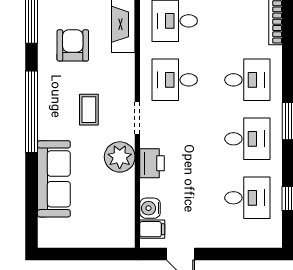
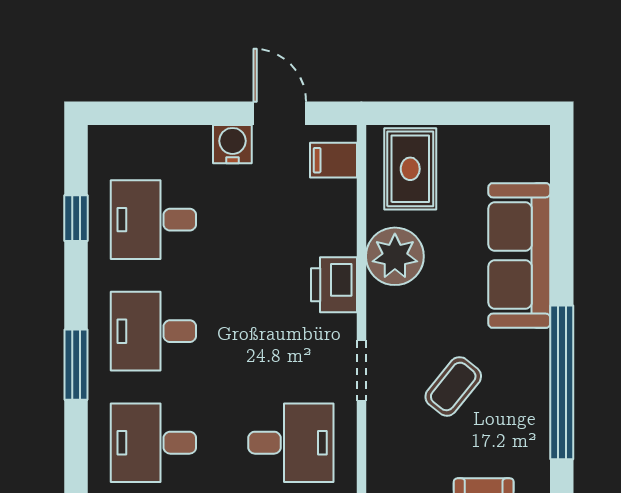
coffee table: (89, 110) -> (453, 386), turned 39
plant: (120, 157) -> (395, 256), moved
water cooler: (150, 208) -> (232, 144), moved, turned -90
rug: (112, 225) -> (410, 169), added

